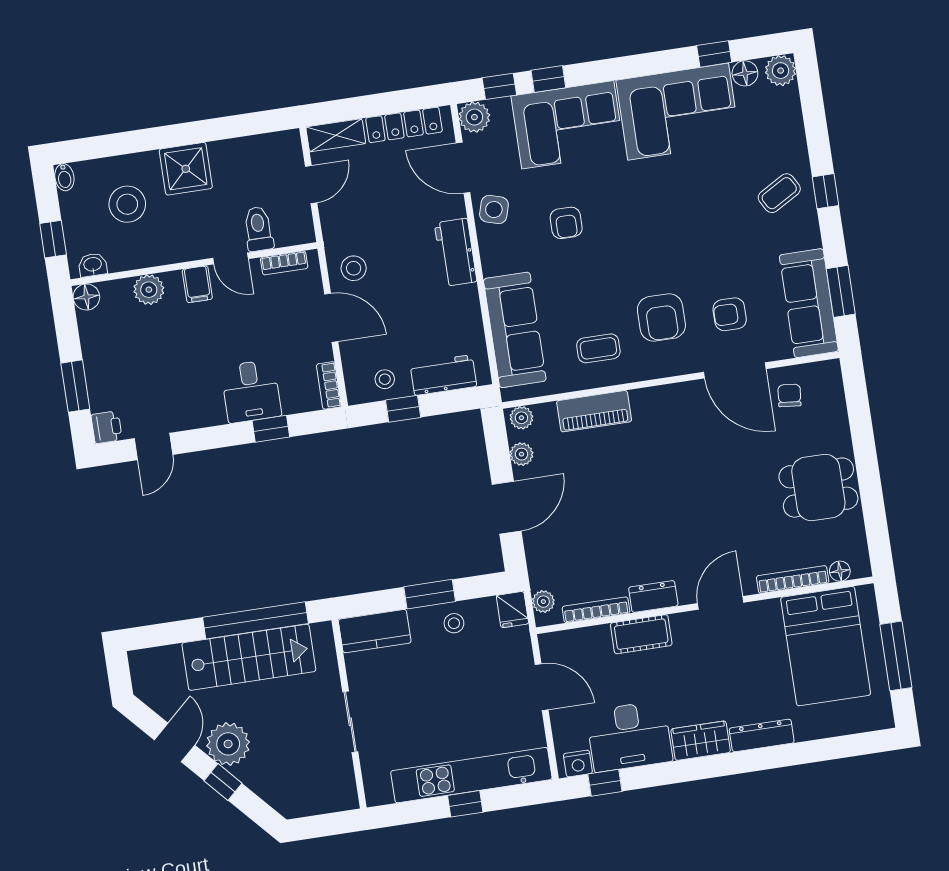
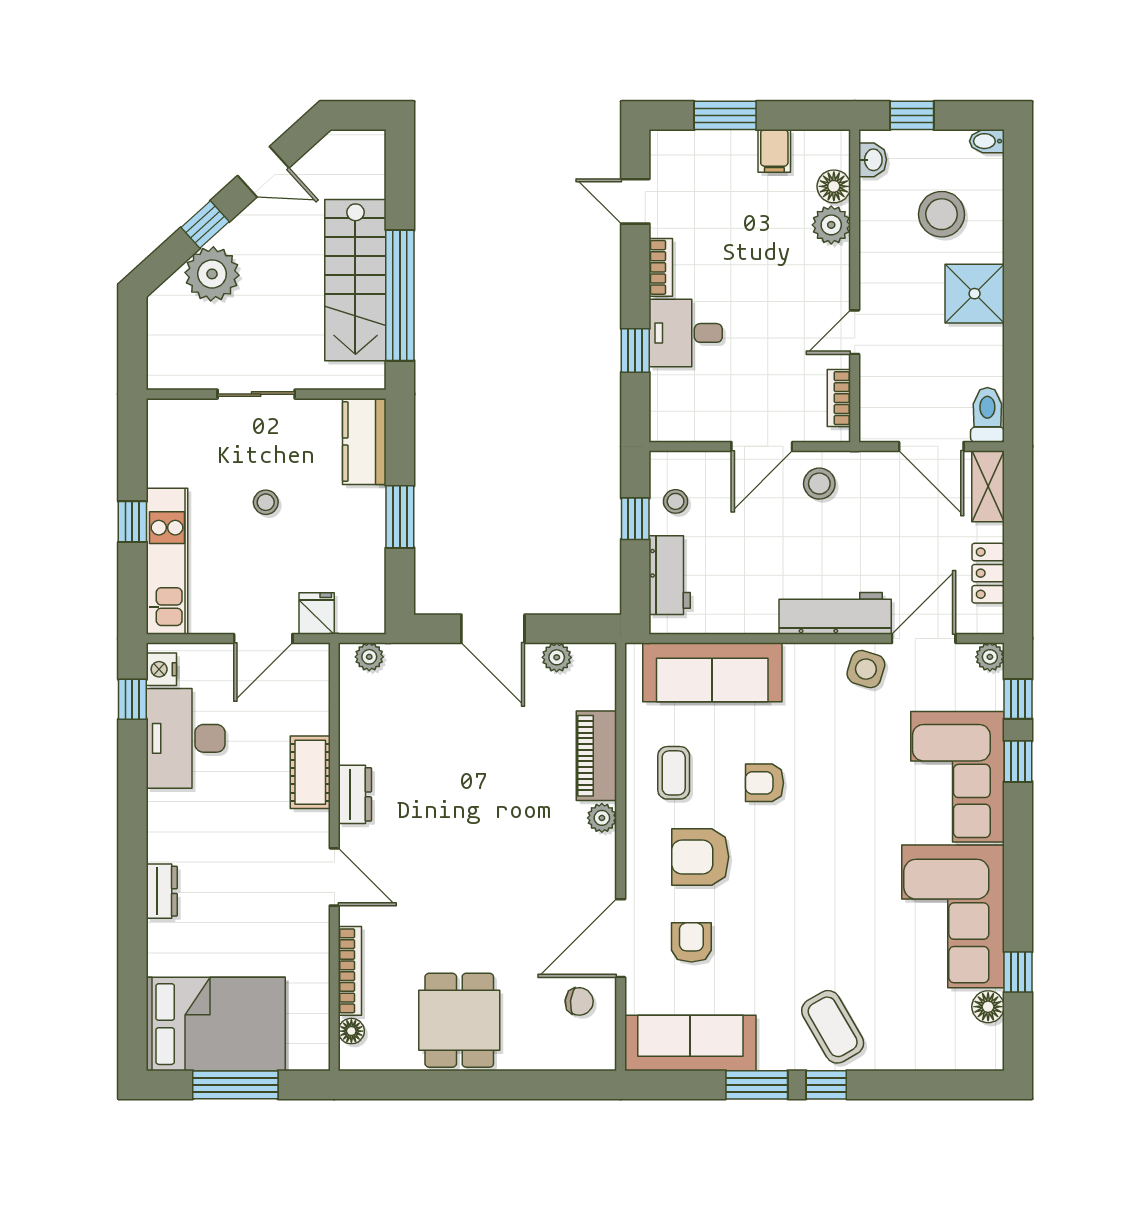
plant: (781, 71) -> (985, 1052), removed
plant: (474, 117) -> (990, 657), width x0.73, depth x0.73
locker: (404, 125) -> (988, 573), width x0.66
door: (311, 185) -> (931, 446), width x1.38
coffee table: (779, 193) -> (833, 1027), width x1.36, depth x1.30
armchair: (566, 223) -> (765, 783), moved
toilet: (258, 229) -> (987, 415), moved, turned -90
workbench: (456, 252) -> (835, 613), width x1.38
filing cabinet: (197, 284) -> (774, 151), moved, turned -90
window: (841, 291) -> (757, 1085), moved
floor lamp: (86, 297) -> (834, 186), moved
bookcase: (329, 385) -> (661, 267), moved, turned 90
plant: (521, 418) -> (602, 818), moved
printer: (107, 427) -> (668, 147), removed
fridge: (512, 610) -> (317, 613), moved, turned 90
bookcase: (596, 610) -> (349, 721), removed
stool: (454, 623) -> (266, 502), moved
bed: (826, 646) -> (216, 1024), moved, turned 180
dresser: (762, 735) -> (162, 891), width x0.70
wardrobe: (701, 741) -> (167, 826), removed
plant: (228, 744) -> (212, 274), moved
kitchen unit: (471, 775) -> (167, 561), width x0.73

